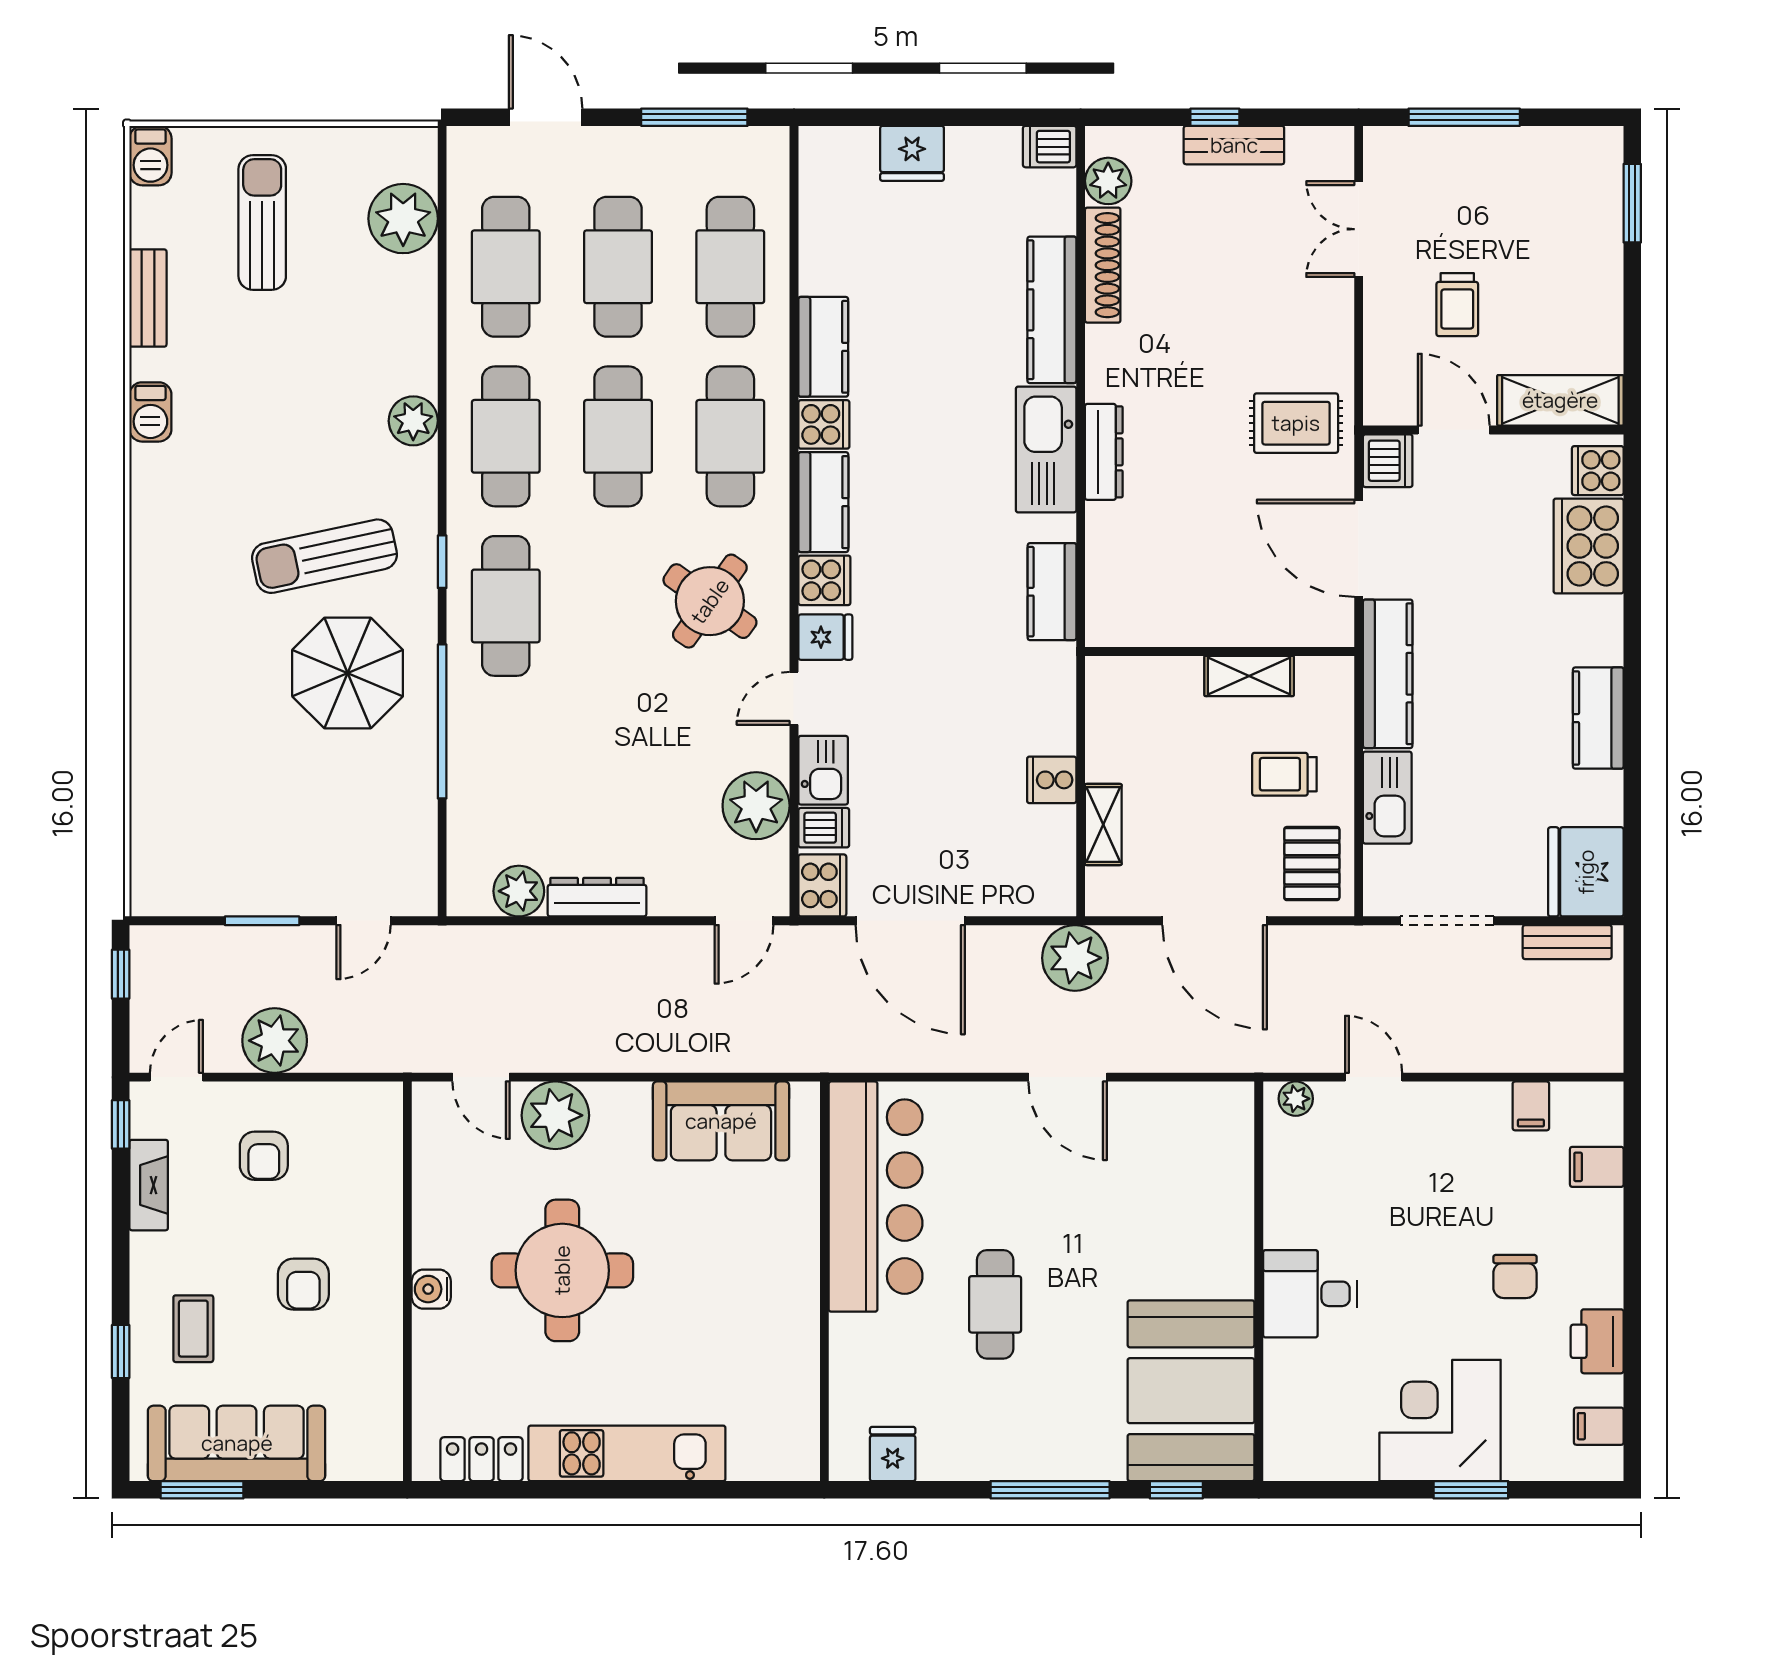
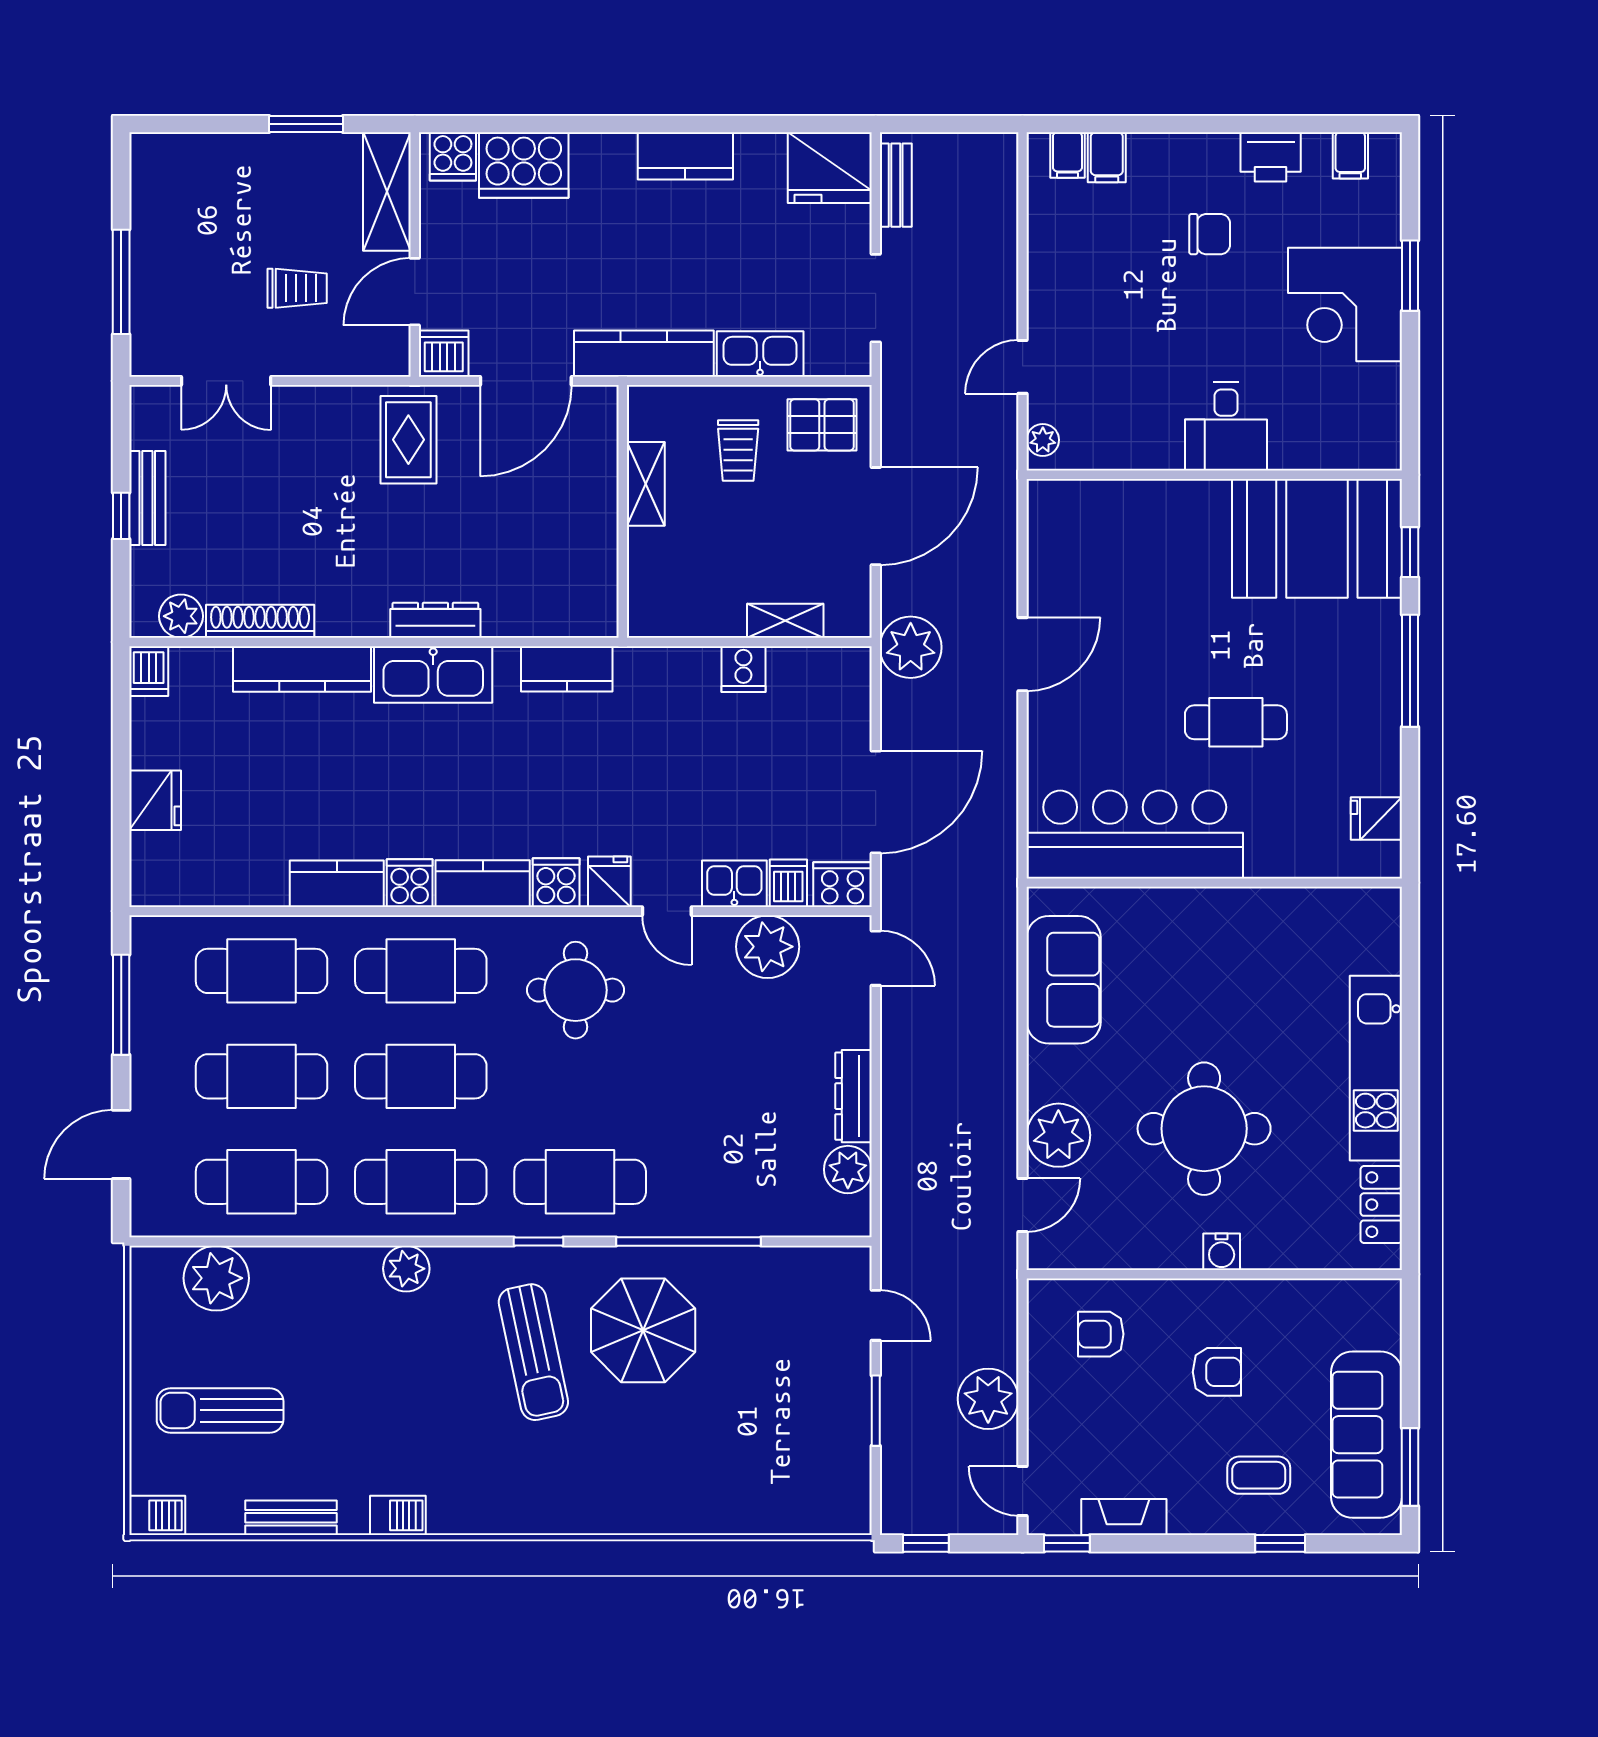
window: (1632, 203) -> (306, 124), moved
round table: (710, 601) -> (576, 990), turned -35
filing cabinet: (1531, 1106) -> (1067, 155), moved, turned 90
armchair: (264, 1156) -> (1101, 1334), moved, turned 180

